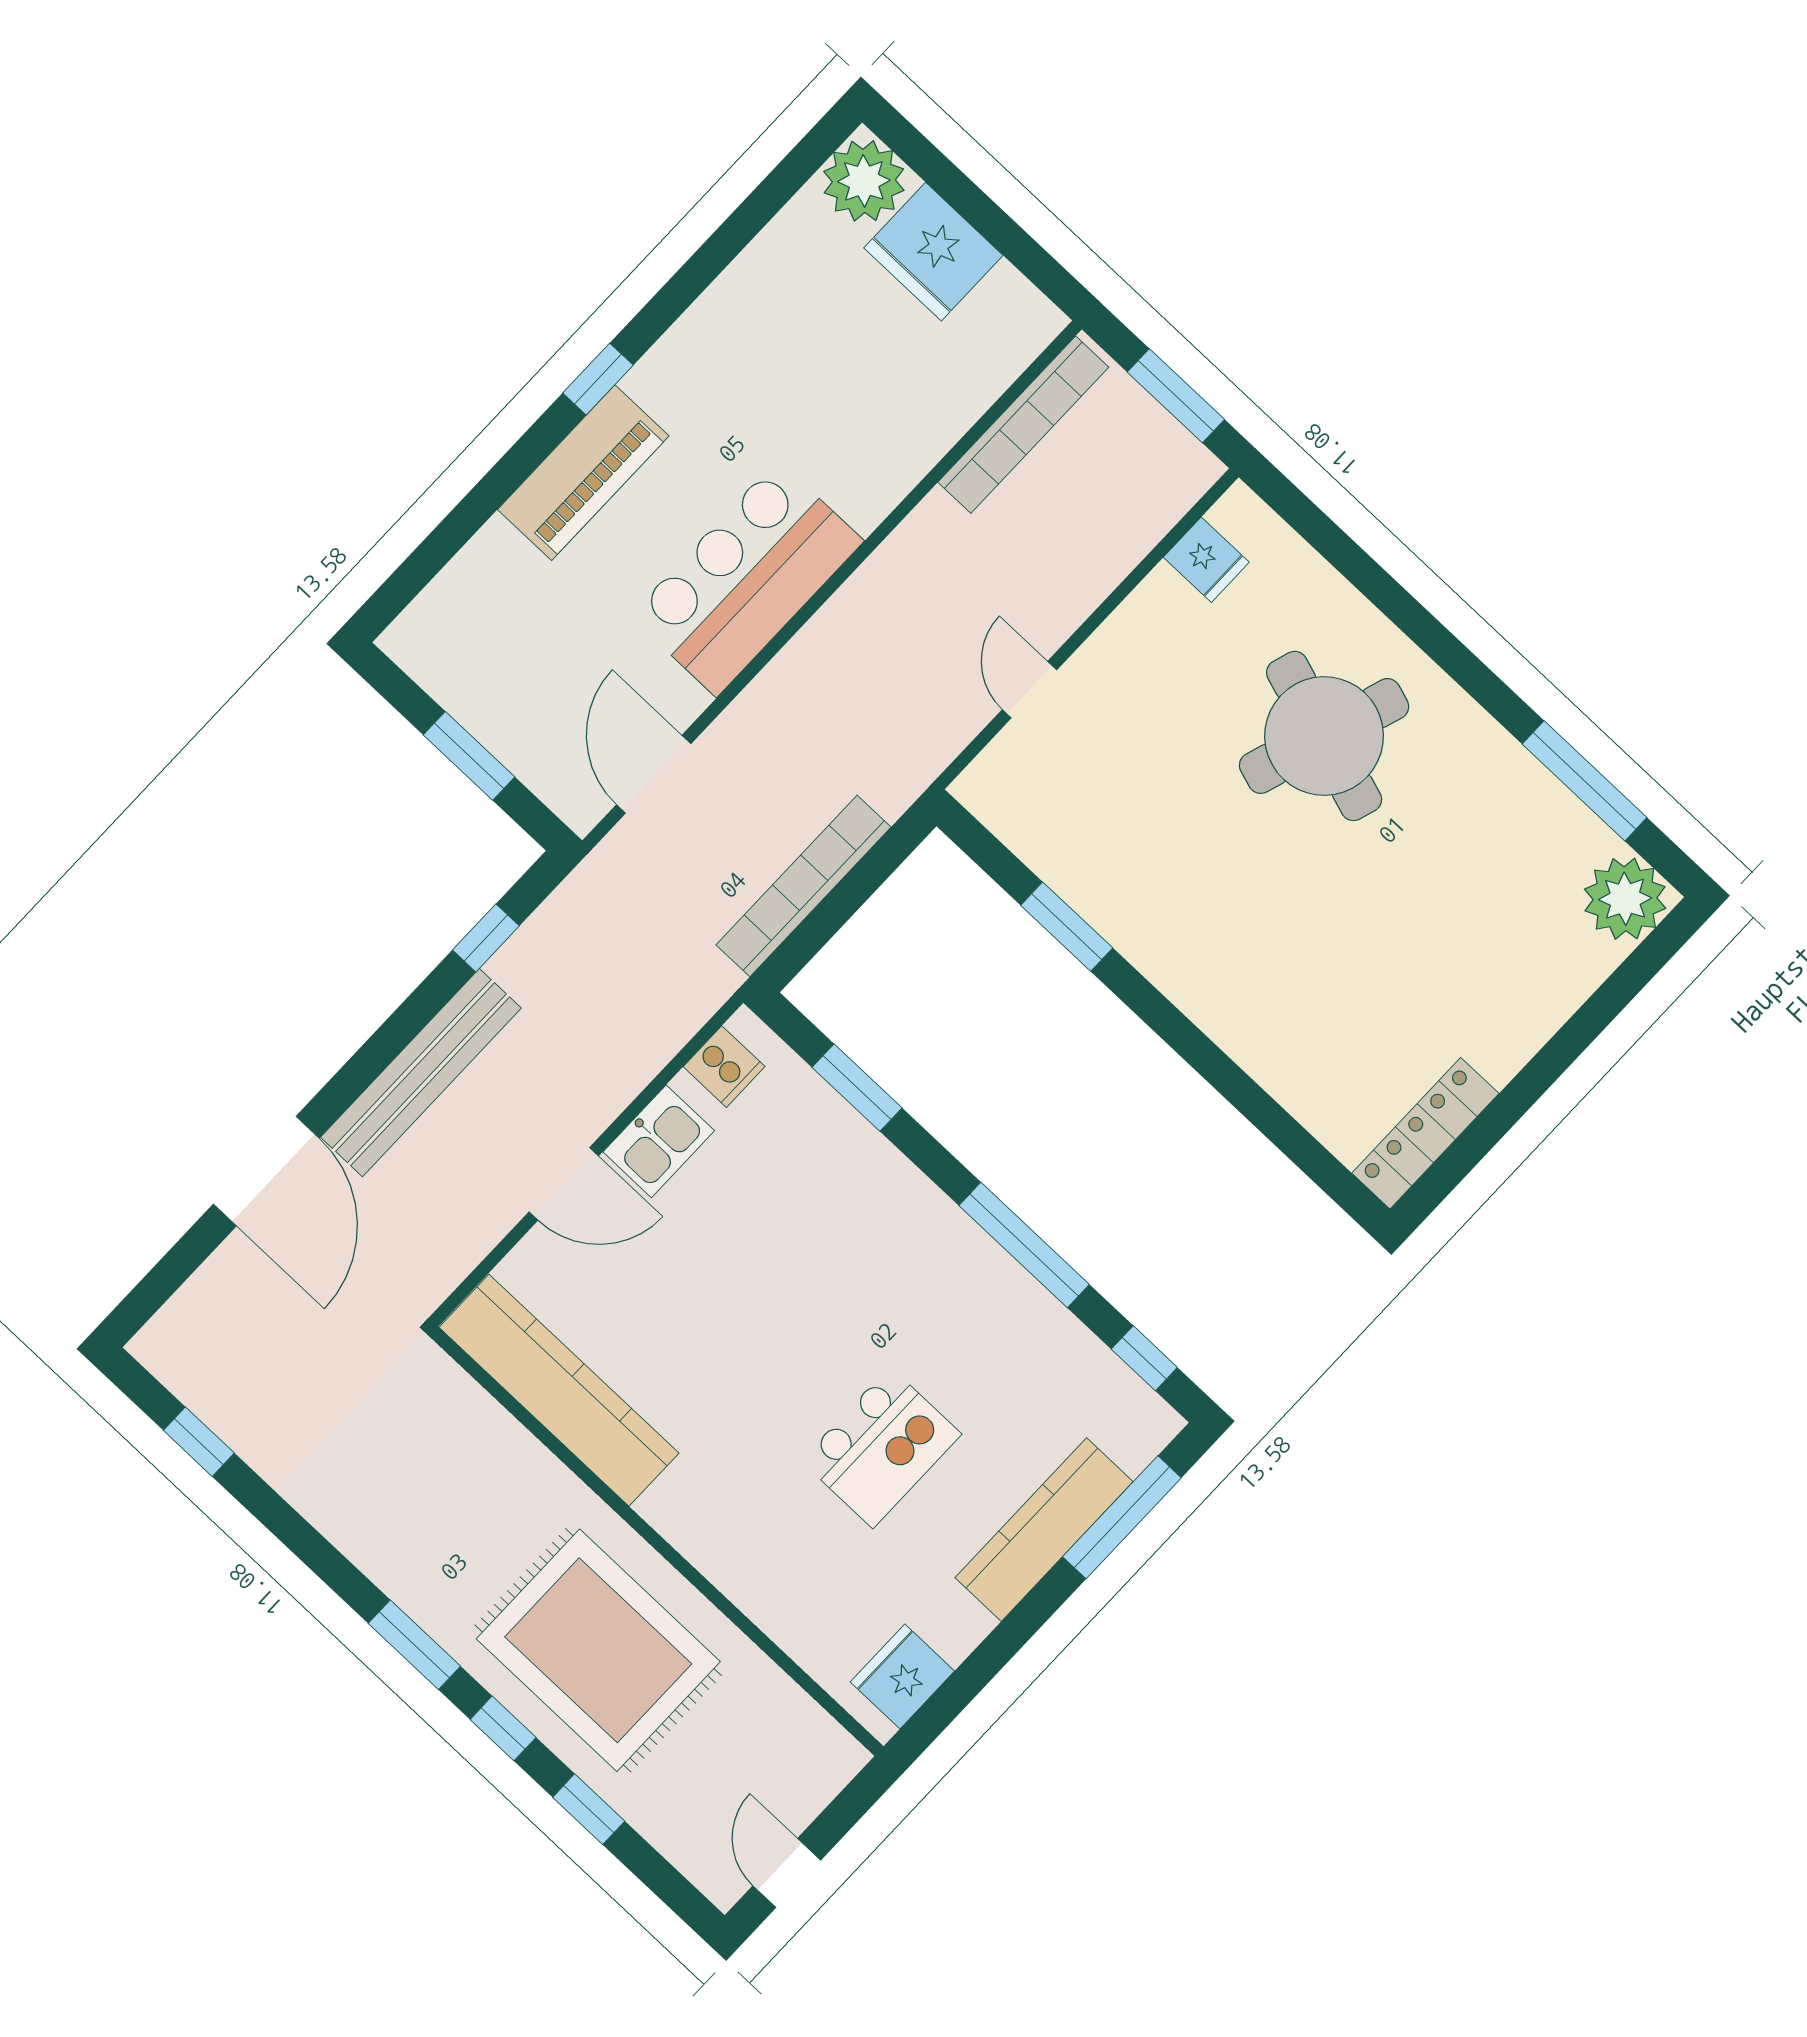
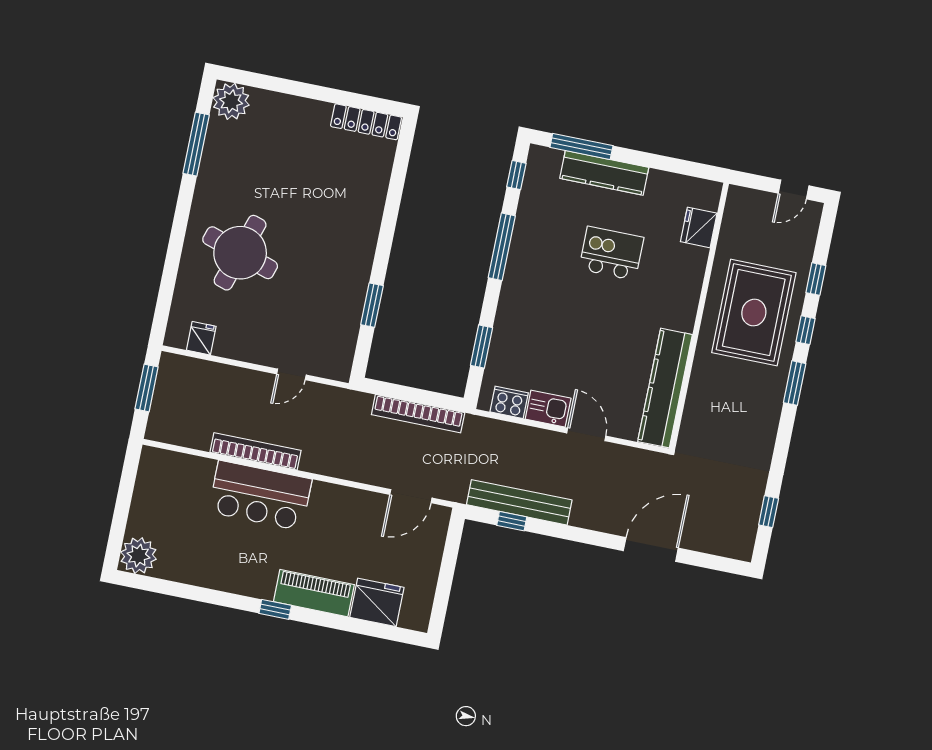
fridge: (933, 252) -> (377, 602), moved, turned -90
bookcase: (1023, 425) -> (256, 451), moved
bar counter: (747, 578) -> (260, 496), moved
window: (469, 756) -> (447, 570), removed
cooker: (724, 1067) -> (509, 402), width x1.36
bench: (421, 1073) -> (519, 502), moved
fridge: (902, 1677) -> (699, 227), moved, turned 90

